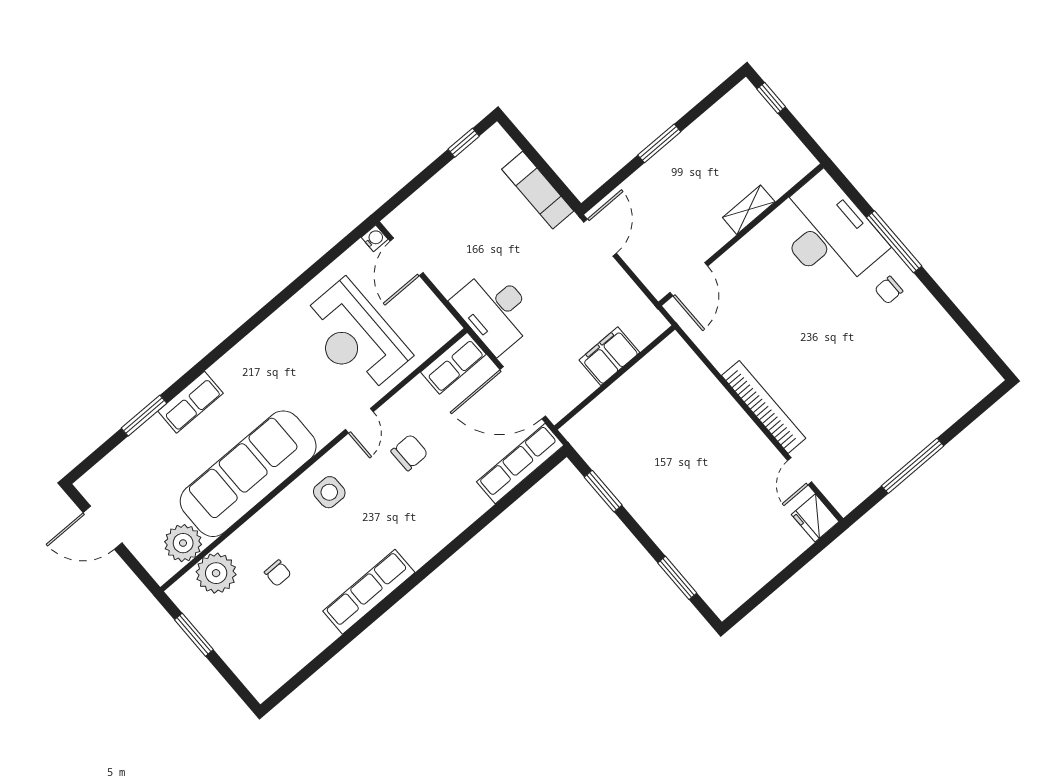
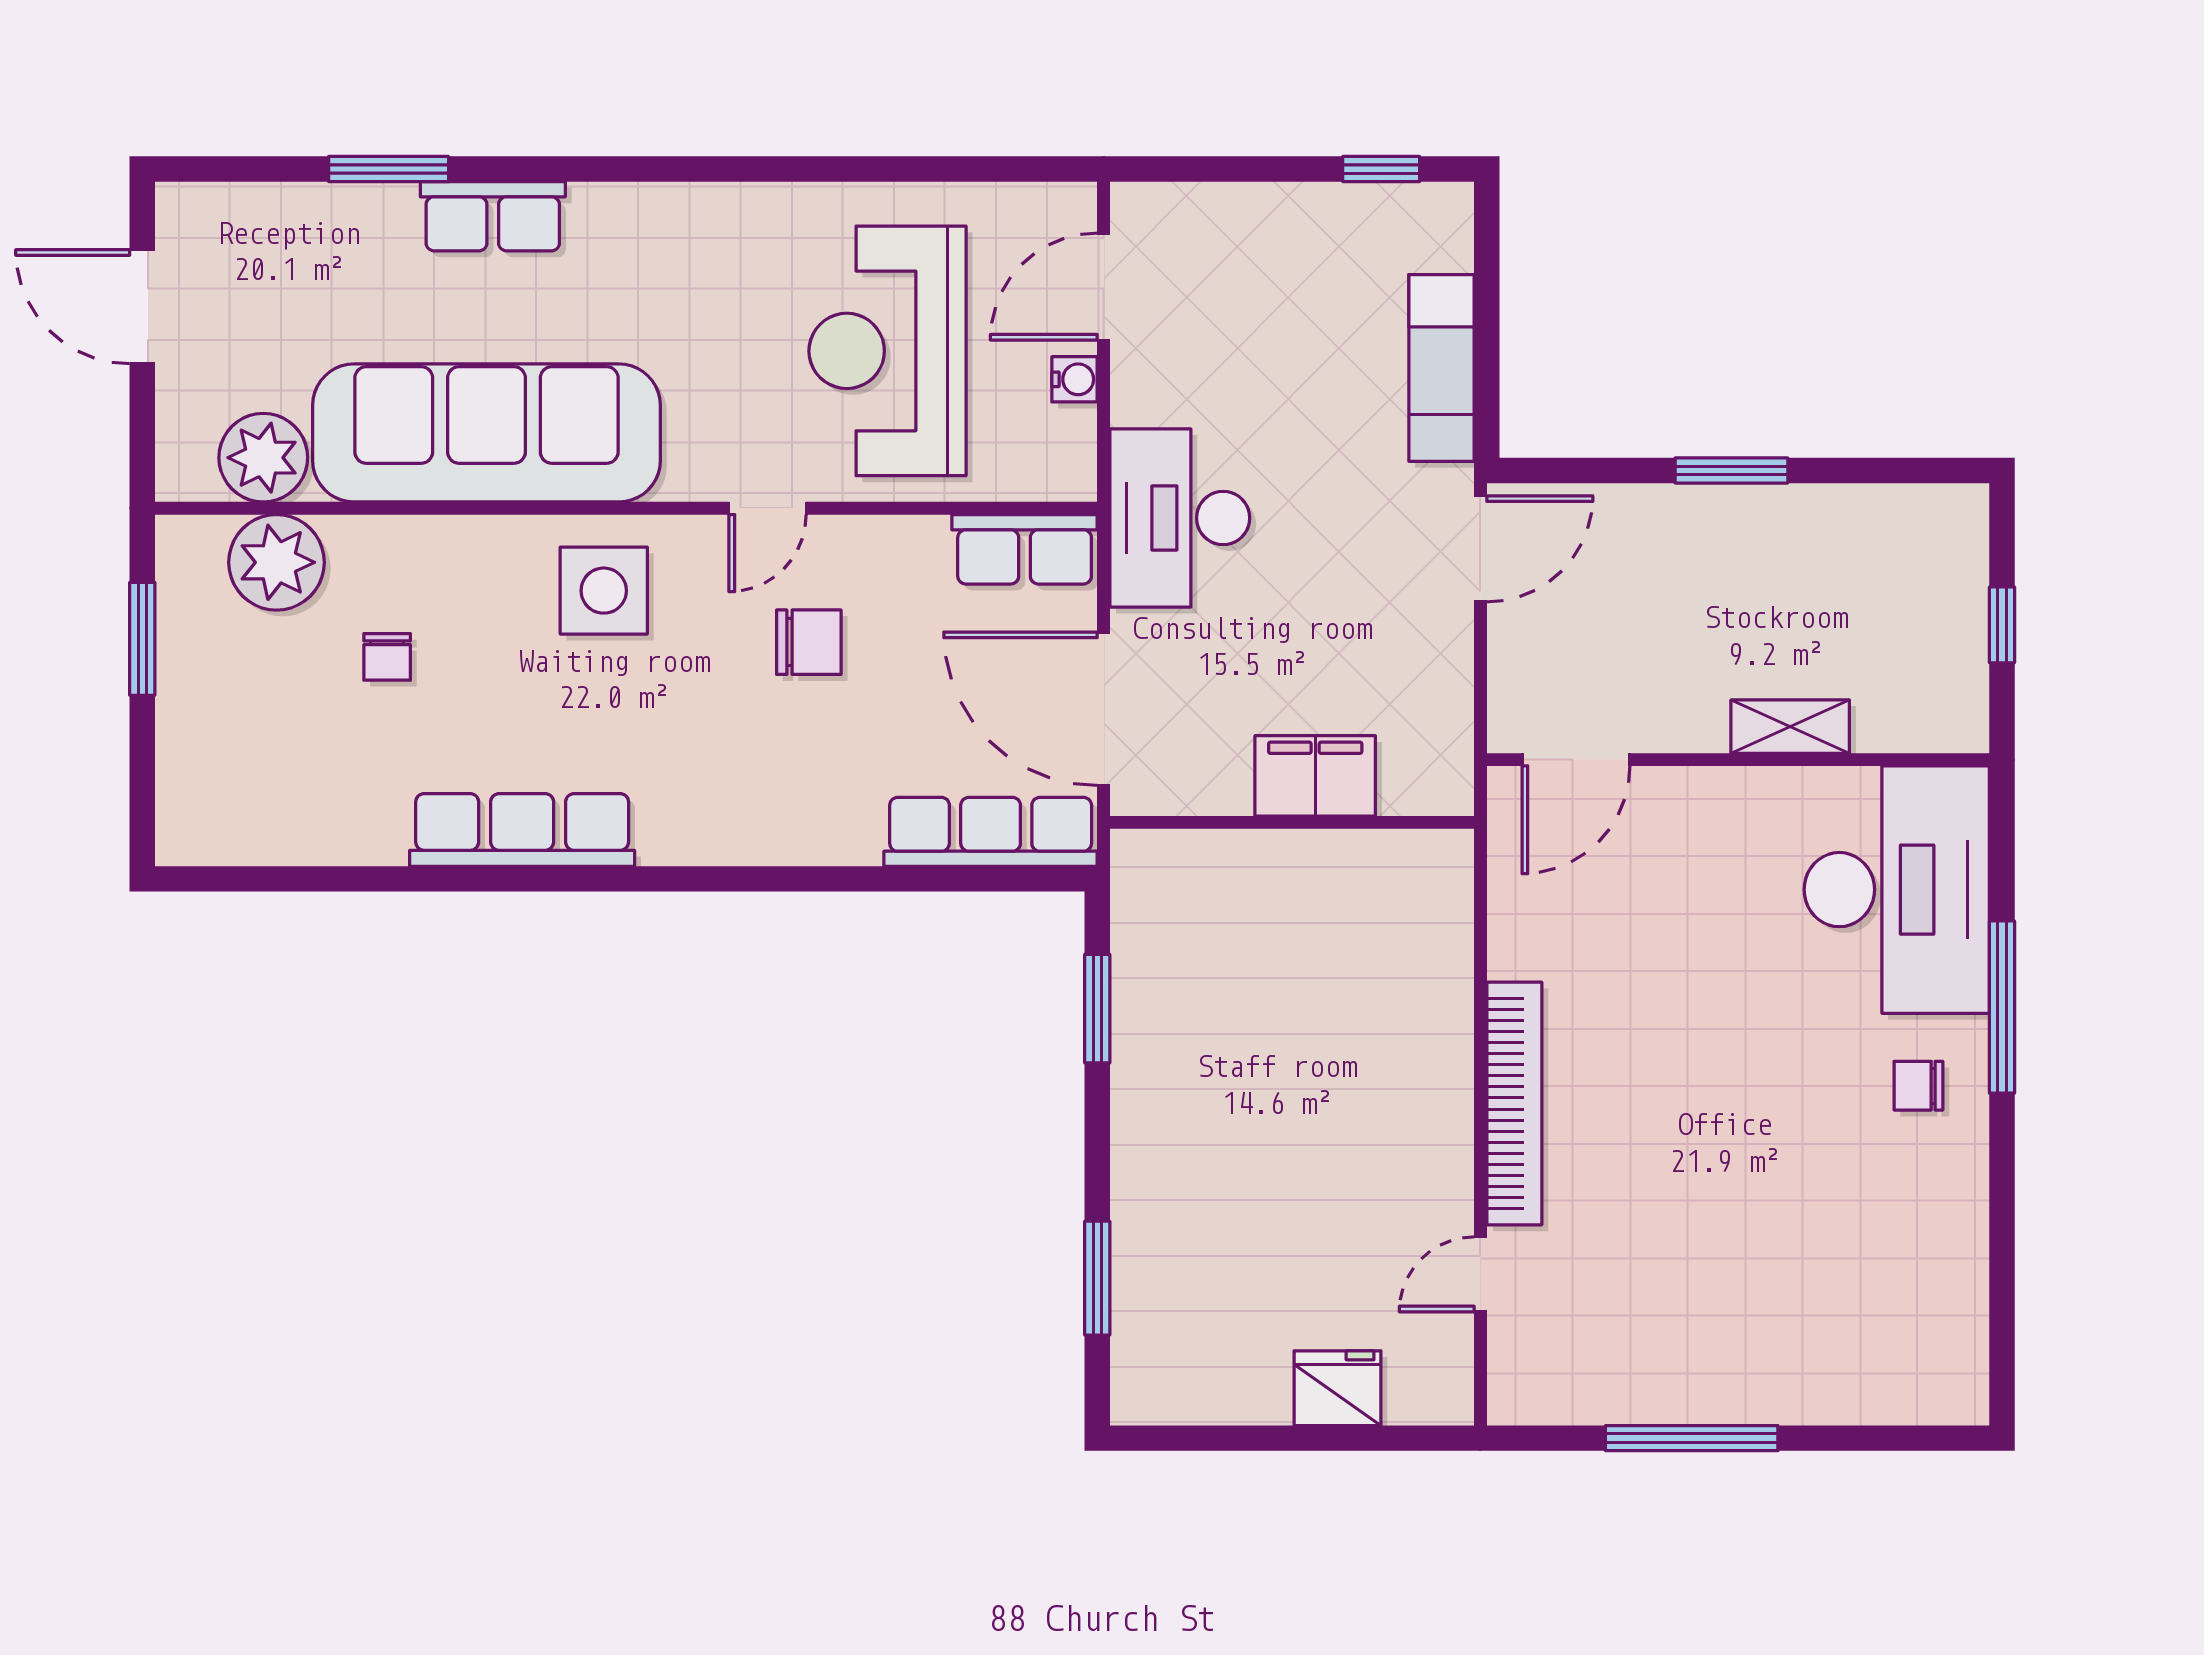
window: (771, 98) -> (2002, 625), moved
water cooler: (375, 238) -> (1075, 379), moved
side table: (329, 492) -> (604, 591), width x1.37, depth x1.37
fridge: (815, 518) -> (1338, 1388), moved, turned 90

